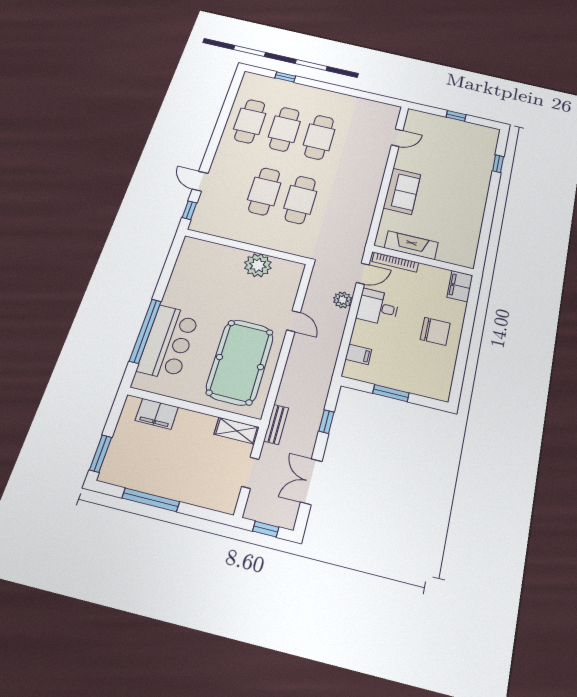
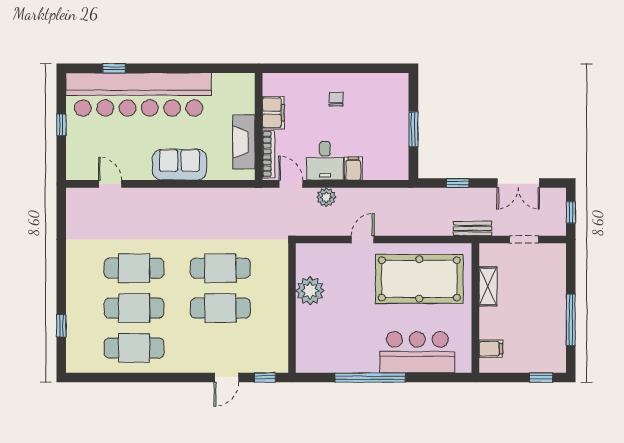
bar counter: (471, 176) -> (139, 95), added
filing cabinet: (460, 286) -> (273, 113), moved, turned -90
window: (145, 331) -> (370, 378), moved
chair: (435, 331) -> (336, 99), width x0.54, depth x0.54
filing cabinet: (358, 354) -> (353, 169), moved
filing cabinet: (157, 414) -> (491, 349), width x0.50
shelving: (237, 431) -> (488, 286), moved
window: (101, 454) -> (541, 378), width x0.67

